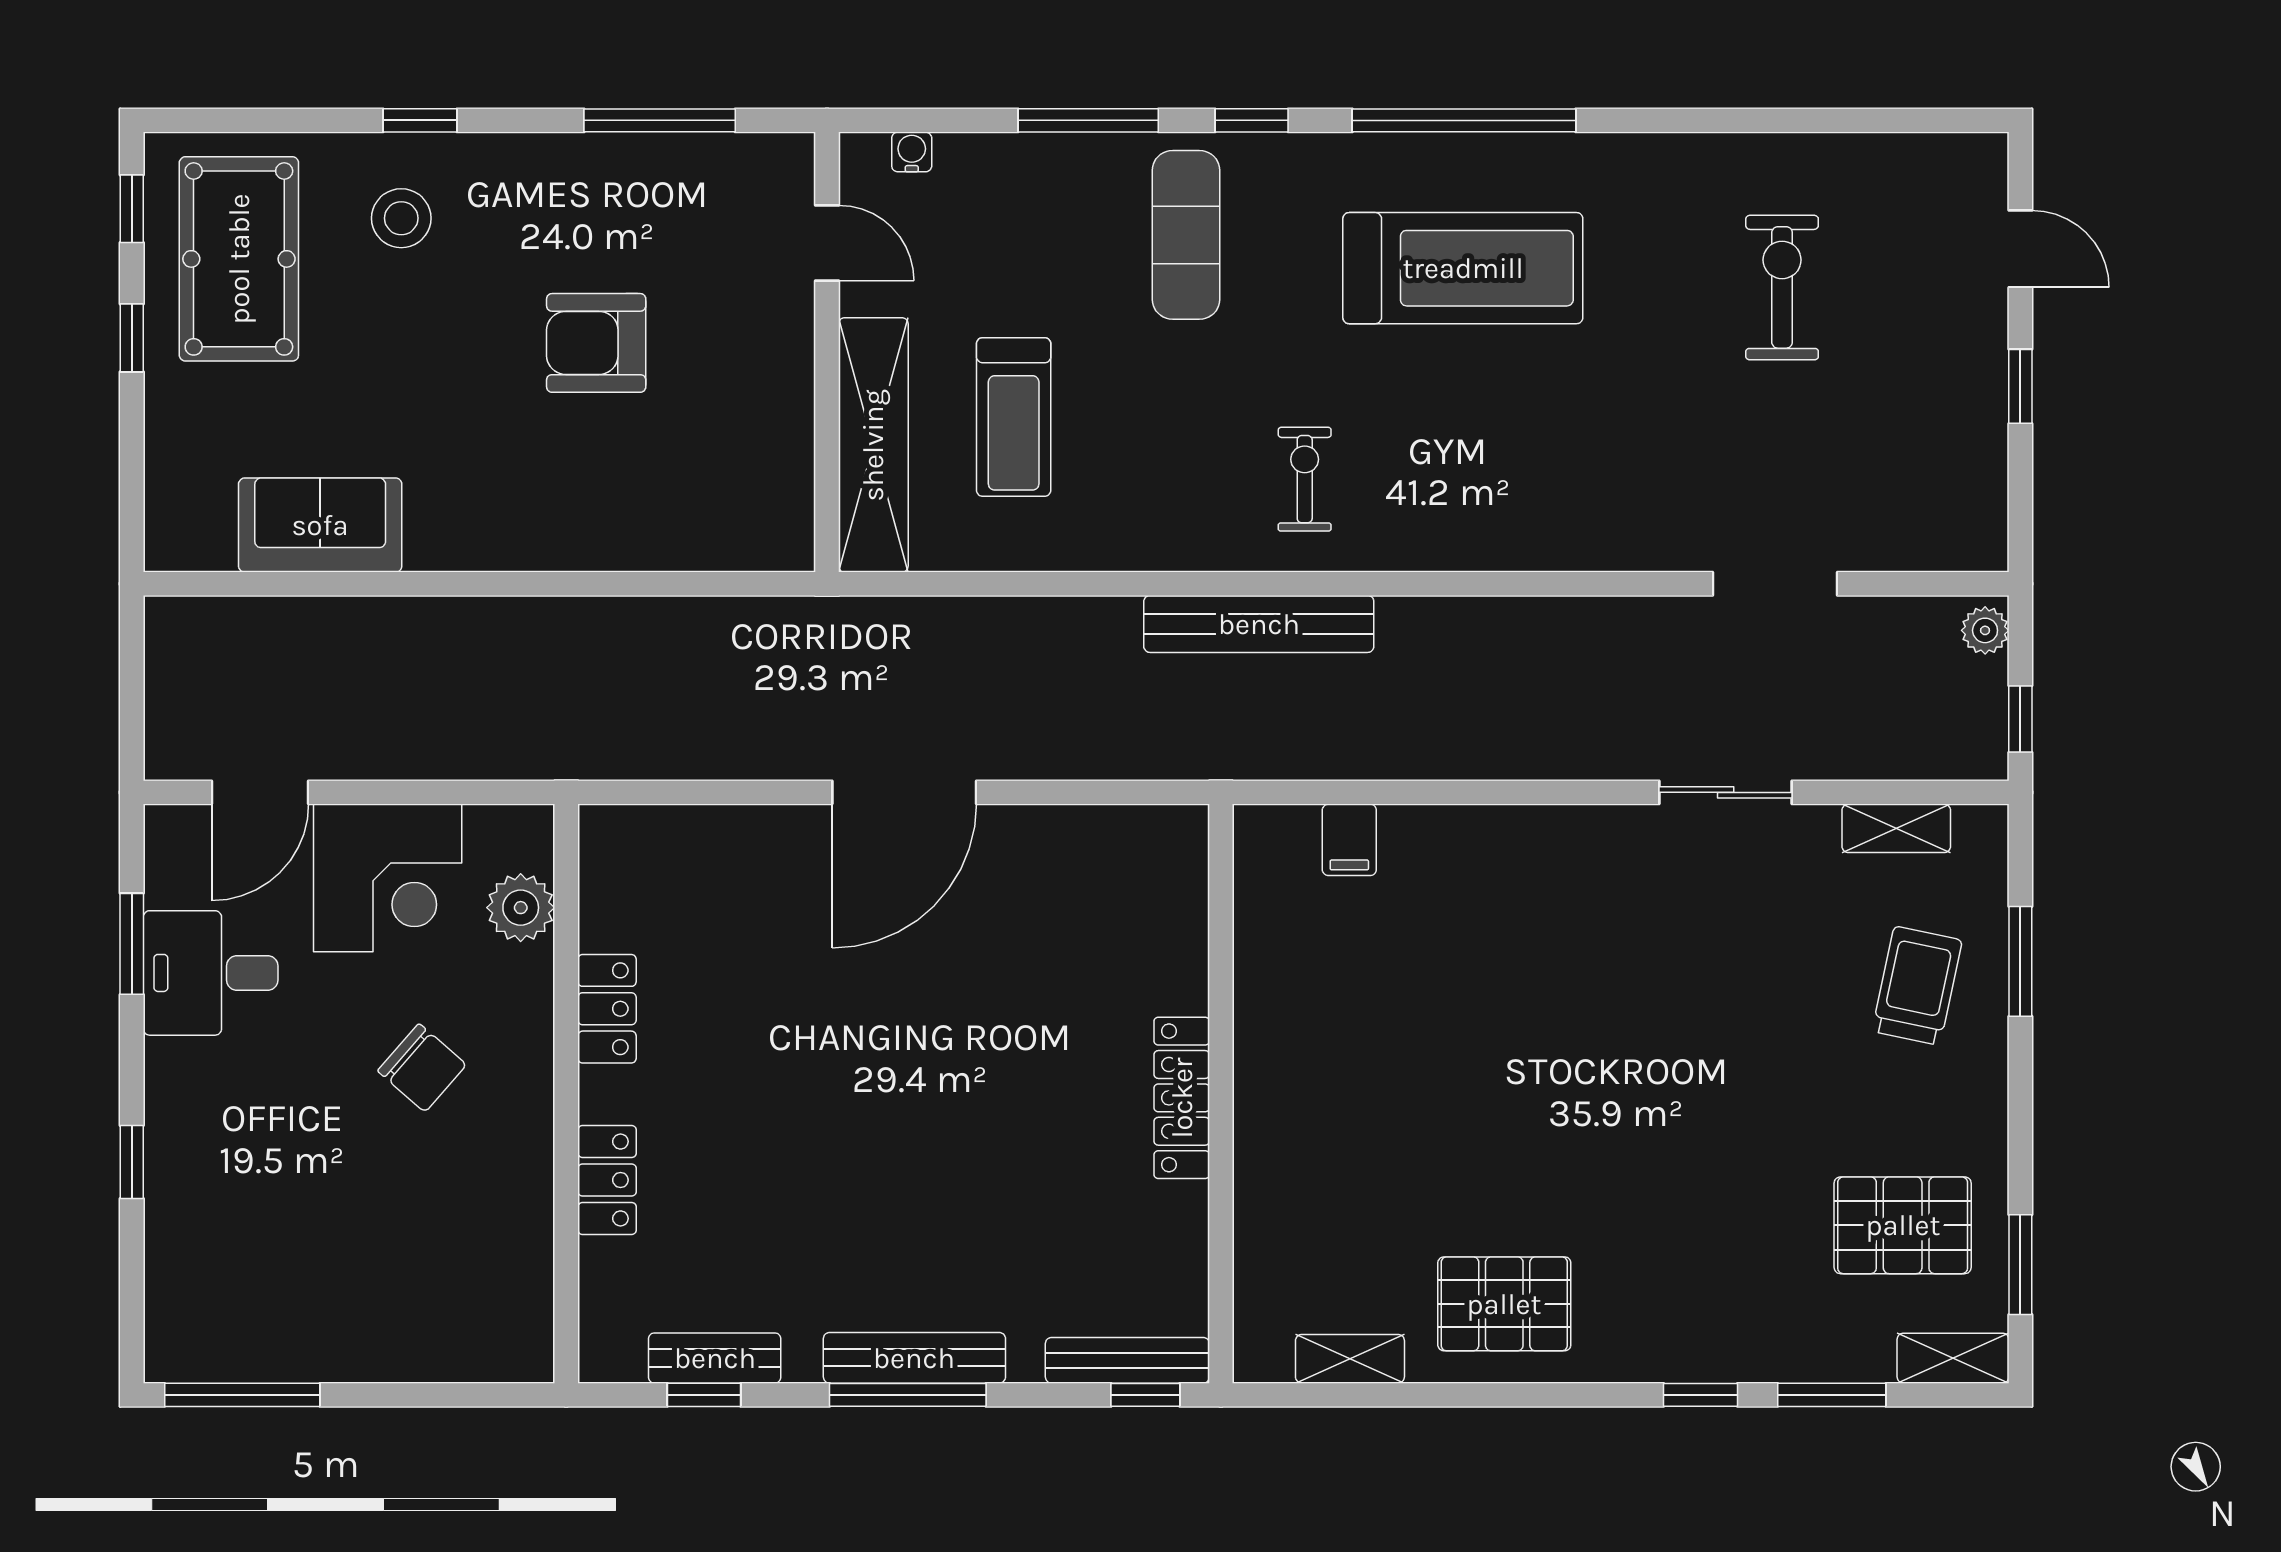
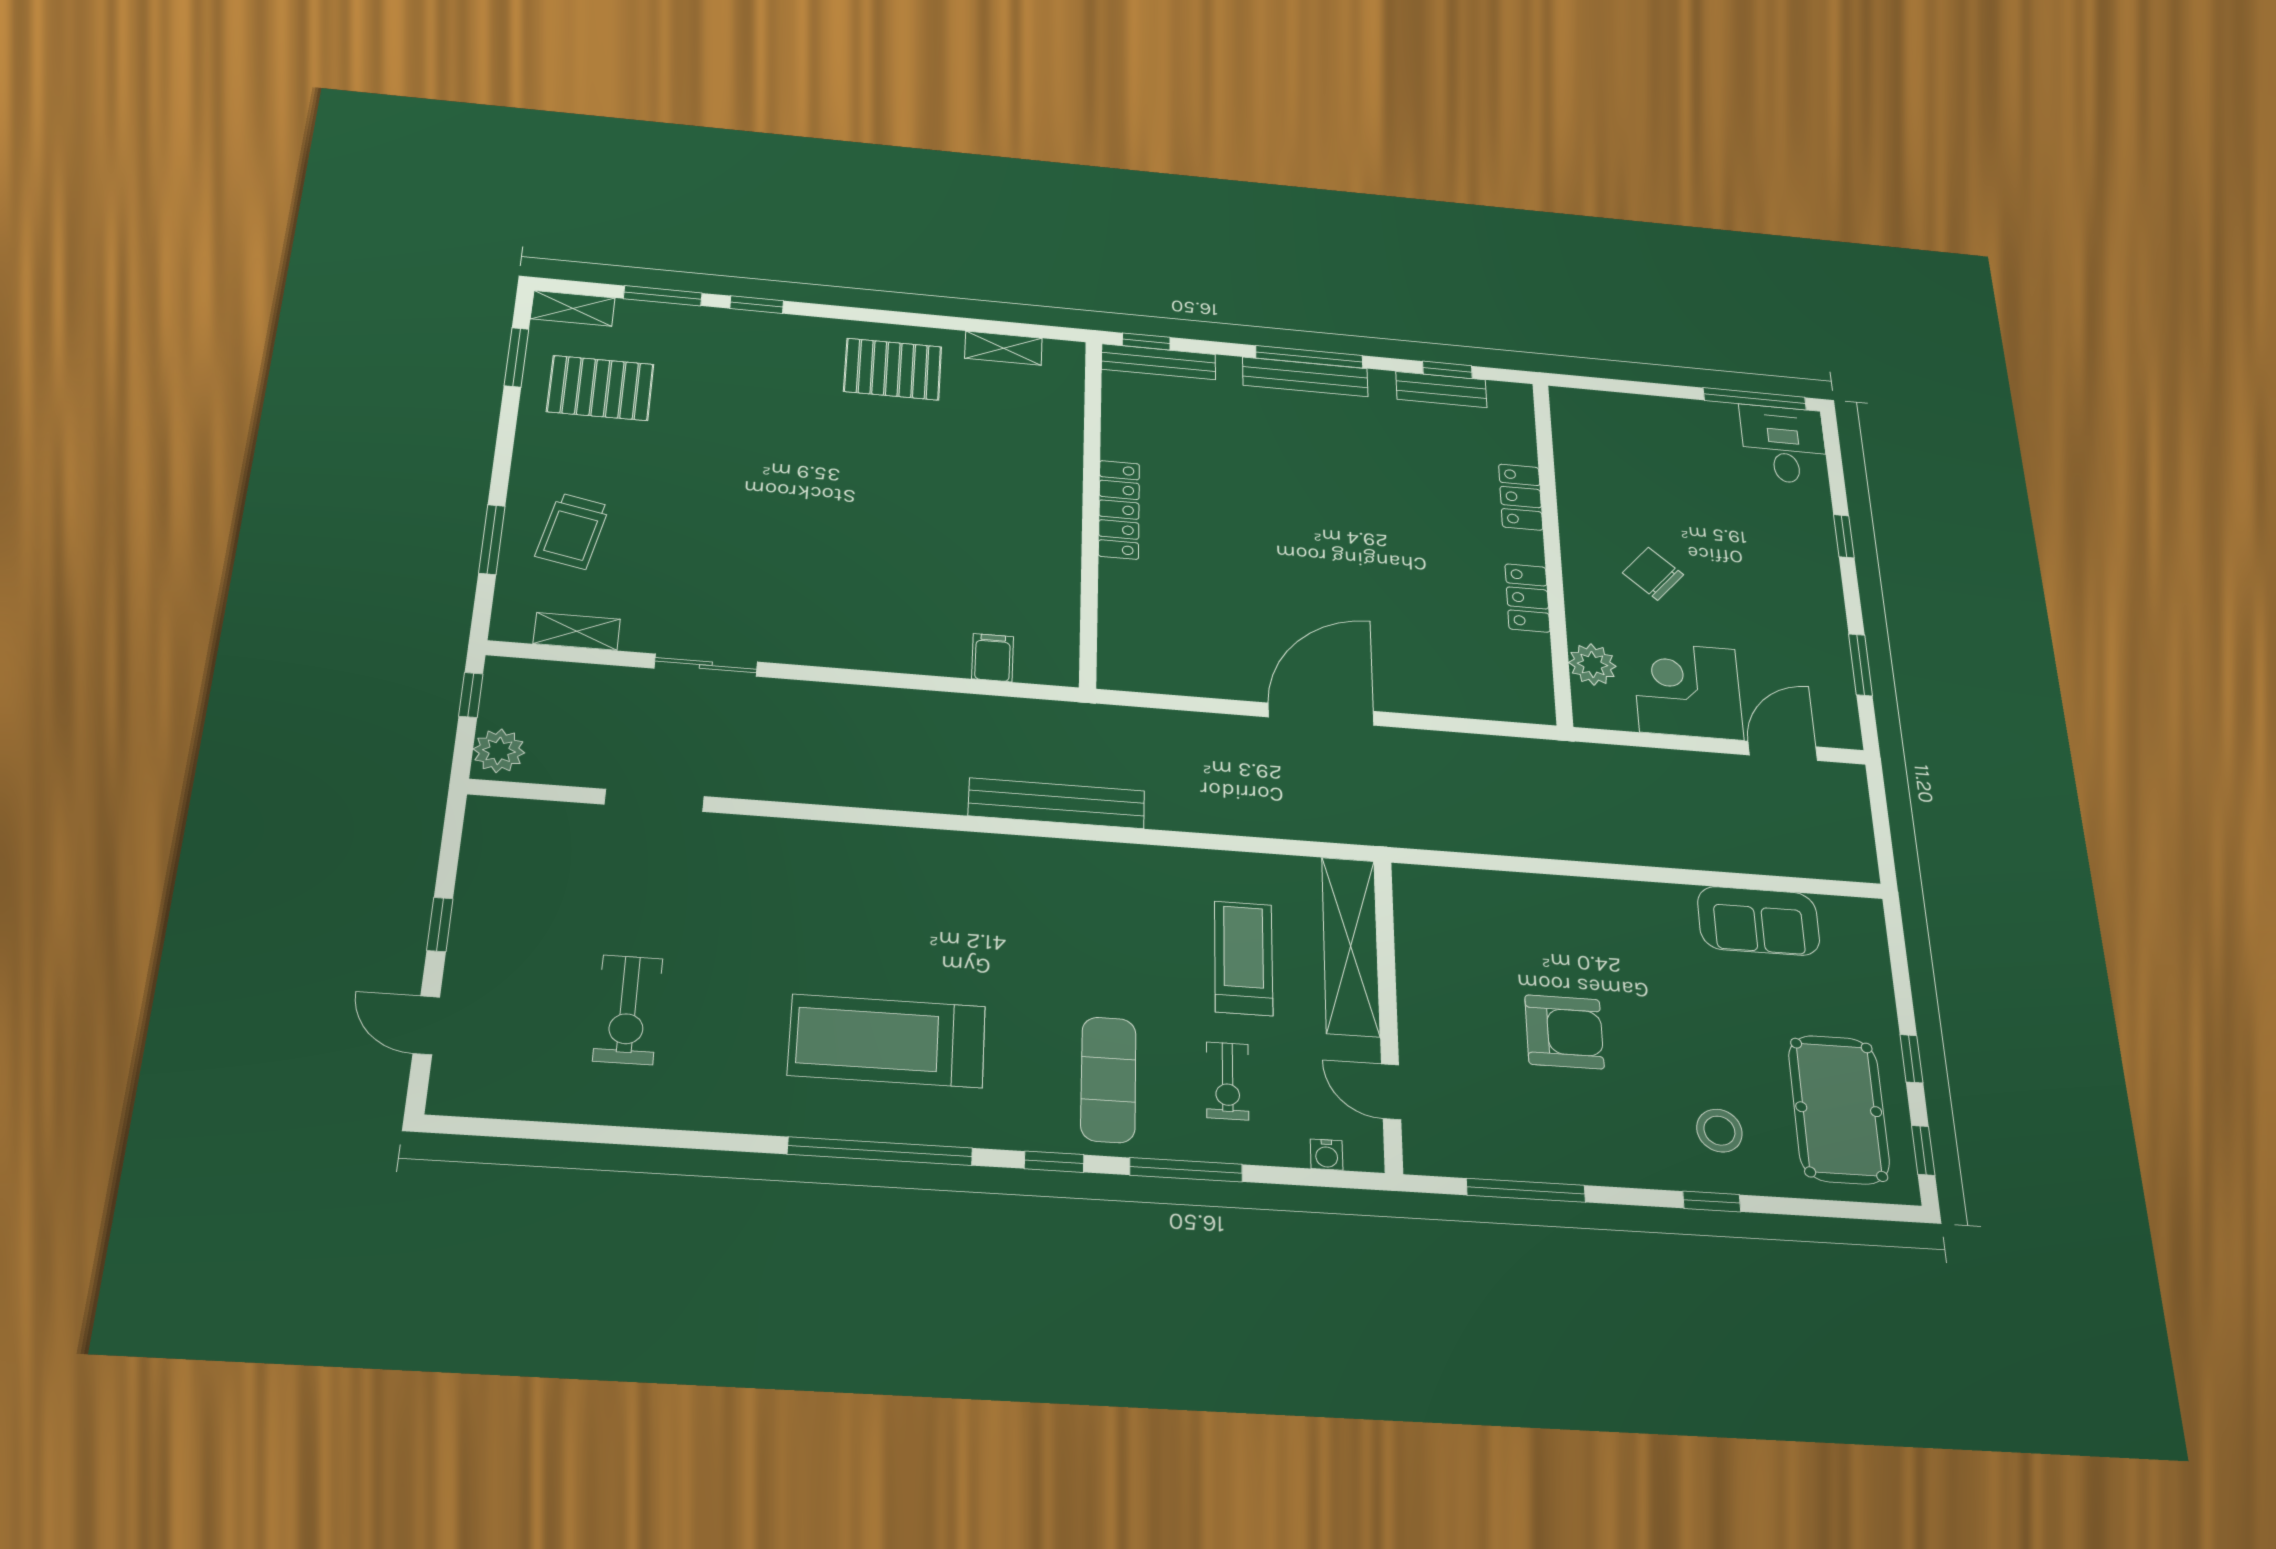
exercise bike: (1305, 479) -> (1228, 1081), moved
plant: (1985, 630) -> (499, 751), width x1.38, depth x1.38
desk: (211, 973) -> (1784, 445), moved, turned -90

